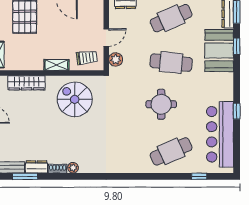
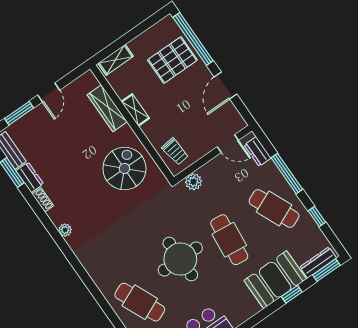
door: (106, 38) -> (228, 144), moved
shelving: (56, 65) -> (135, 110), moved
round table: (161, 104) -> (180, 259), width x1.36, depth x1.36
plant: (73, 168) -> (65, 230), moved

